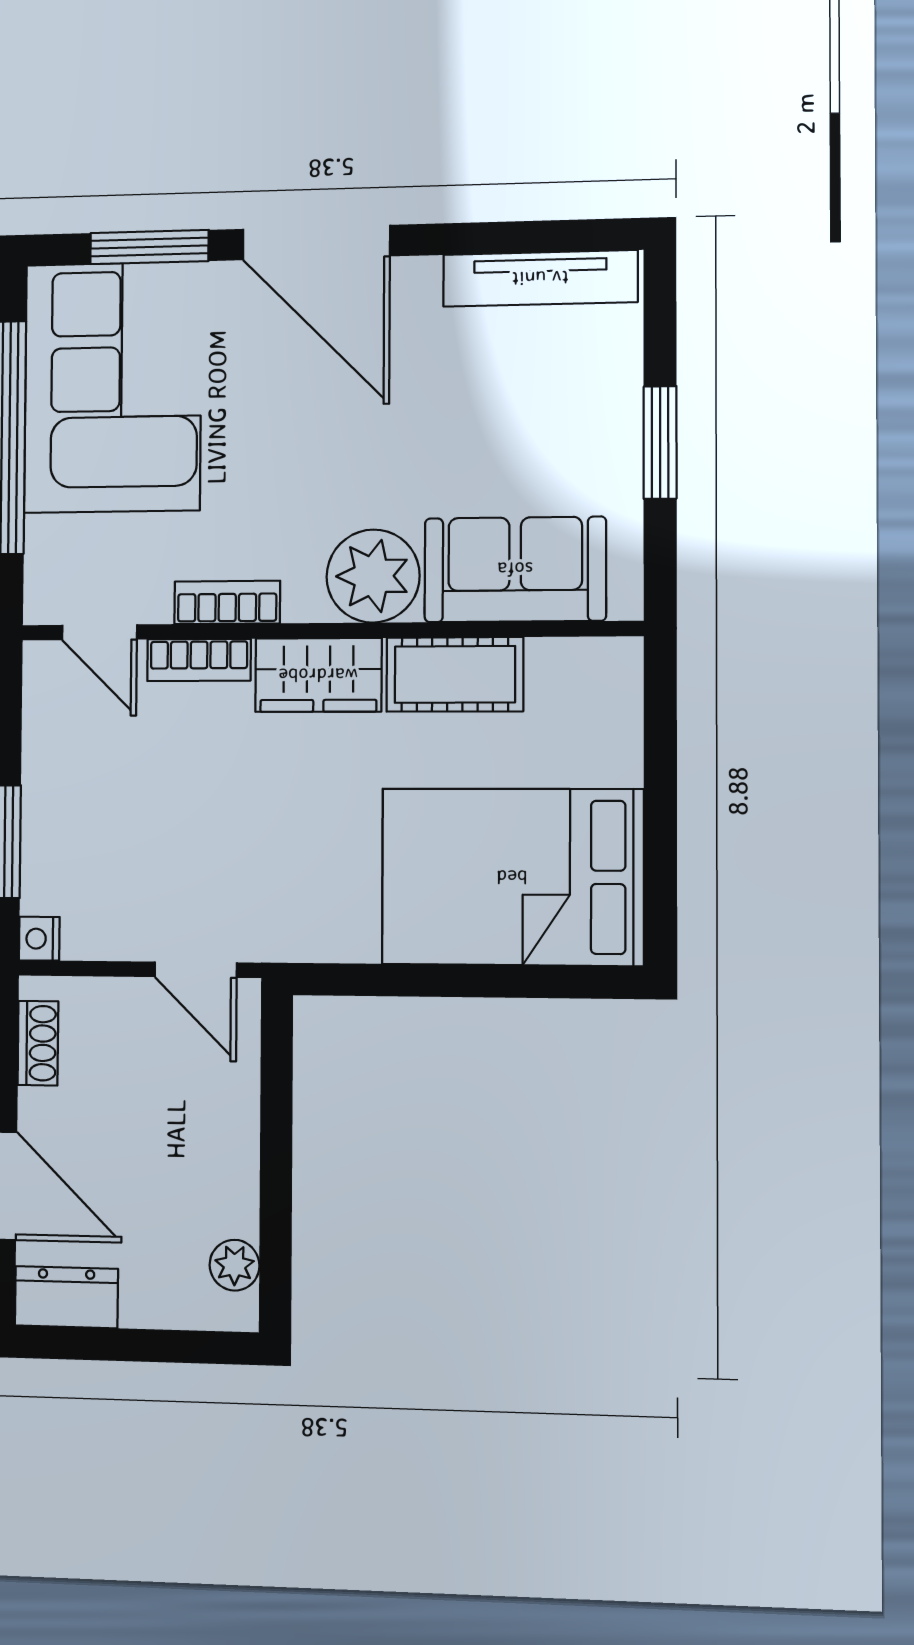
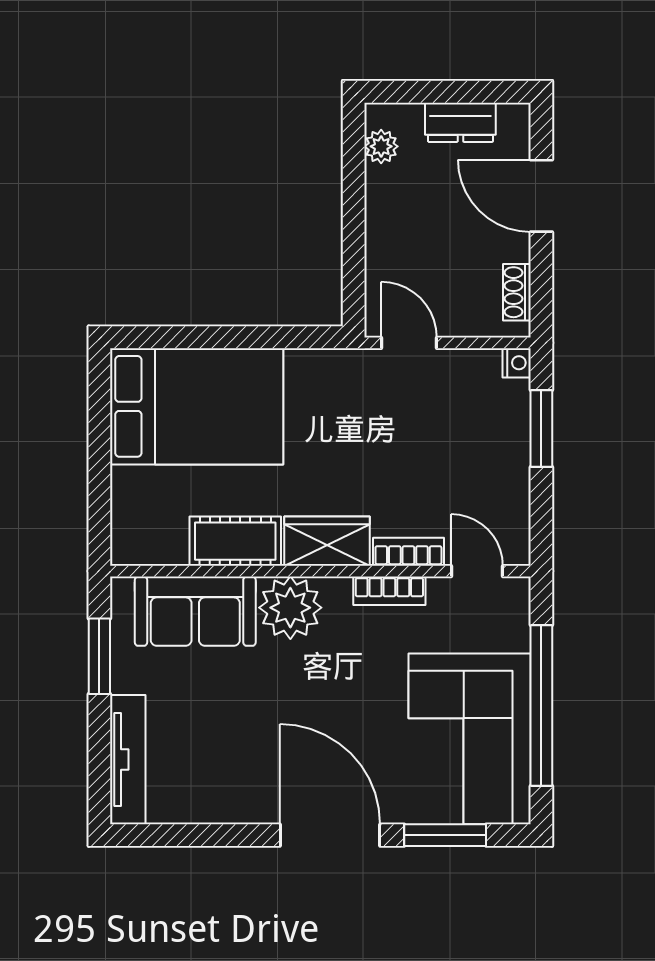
tv unit: (540, 278) -> (128, 760), moved, turned 90
window: (660, 442) -> (99, 656), moved
dresser: (66, 1297) -> (460, 122), moved

